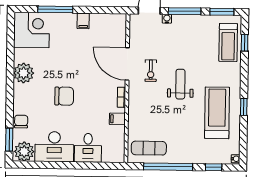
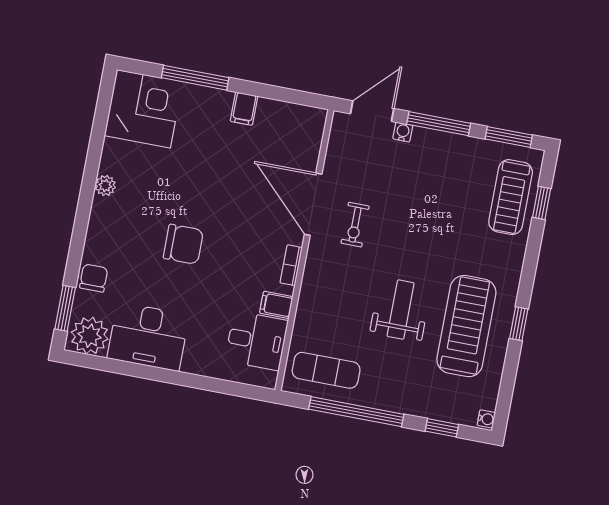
plant: (24, 73) -> (105, 186), width x0.53, depth x0.53
weight bench: (180, 84) -> (401, 310), moved
desk: (88, 148) -> (256, 341), moved, turned -90

